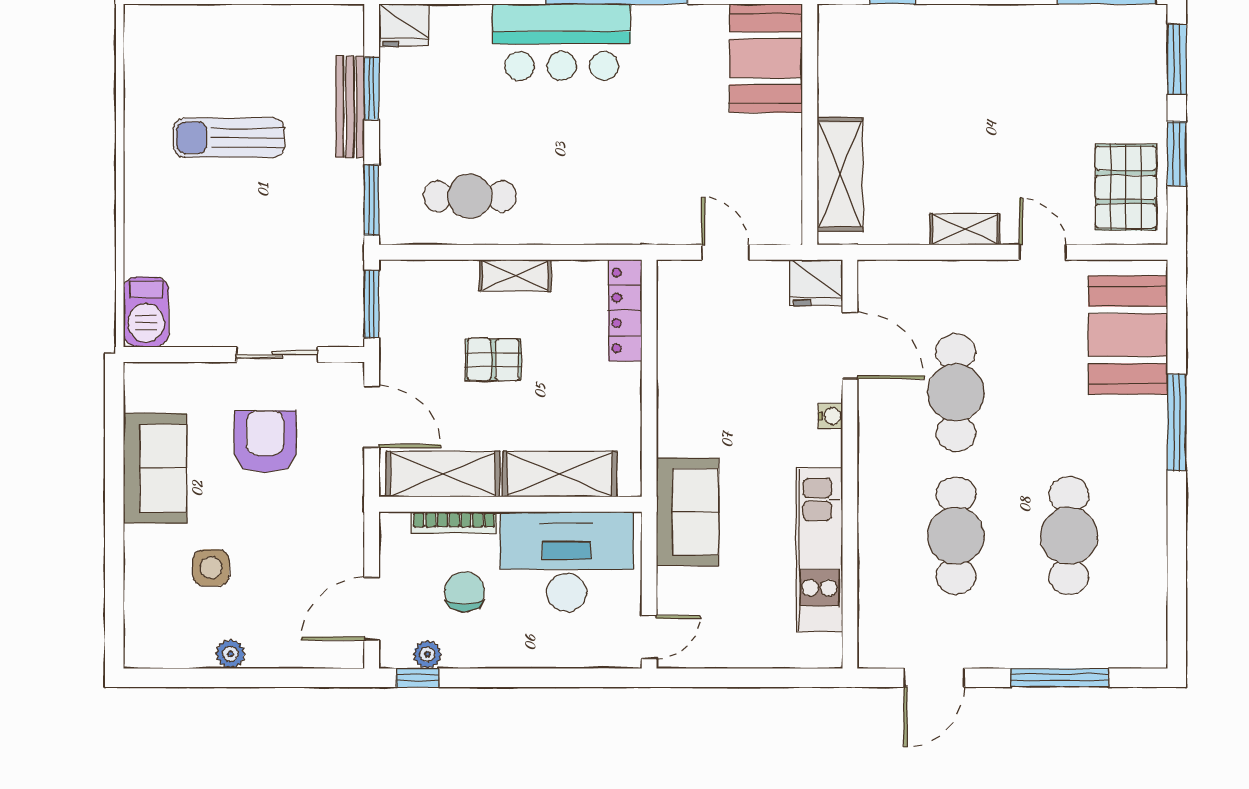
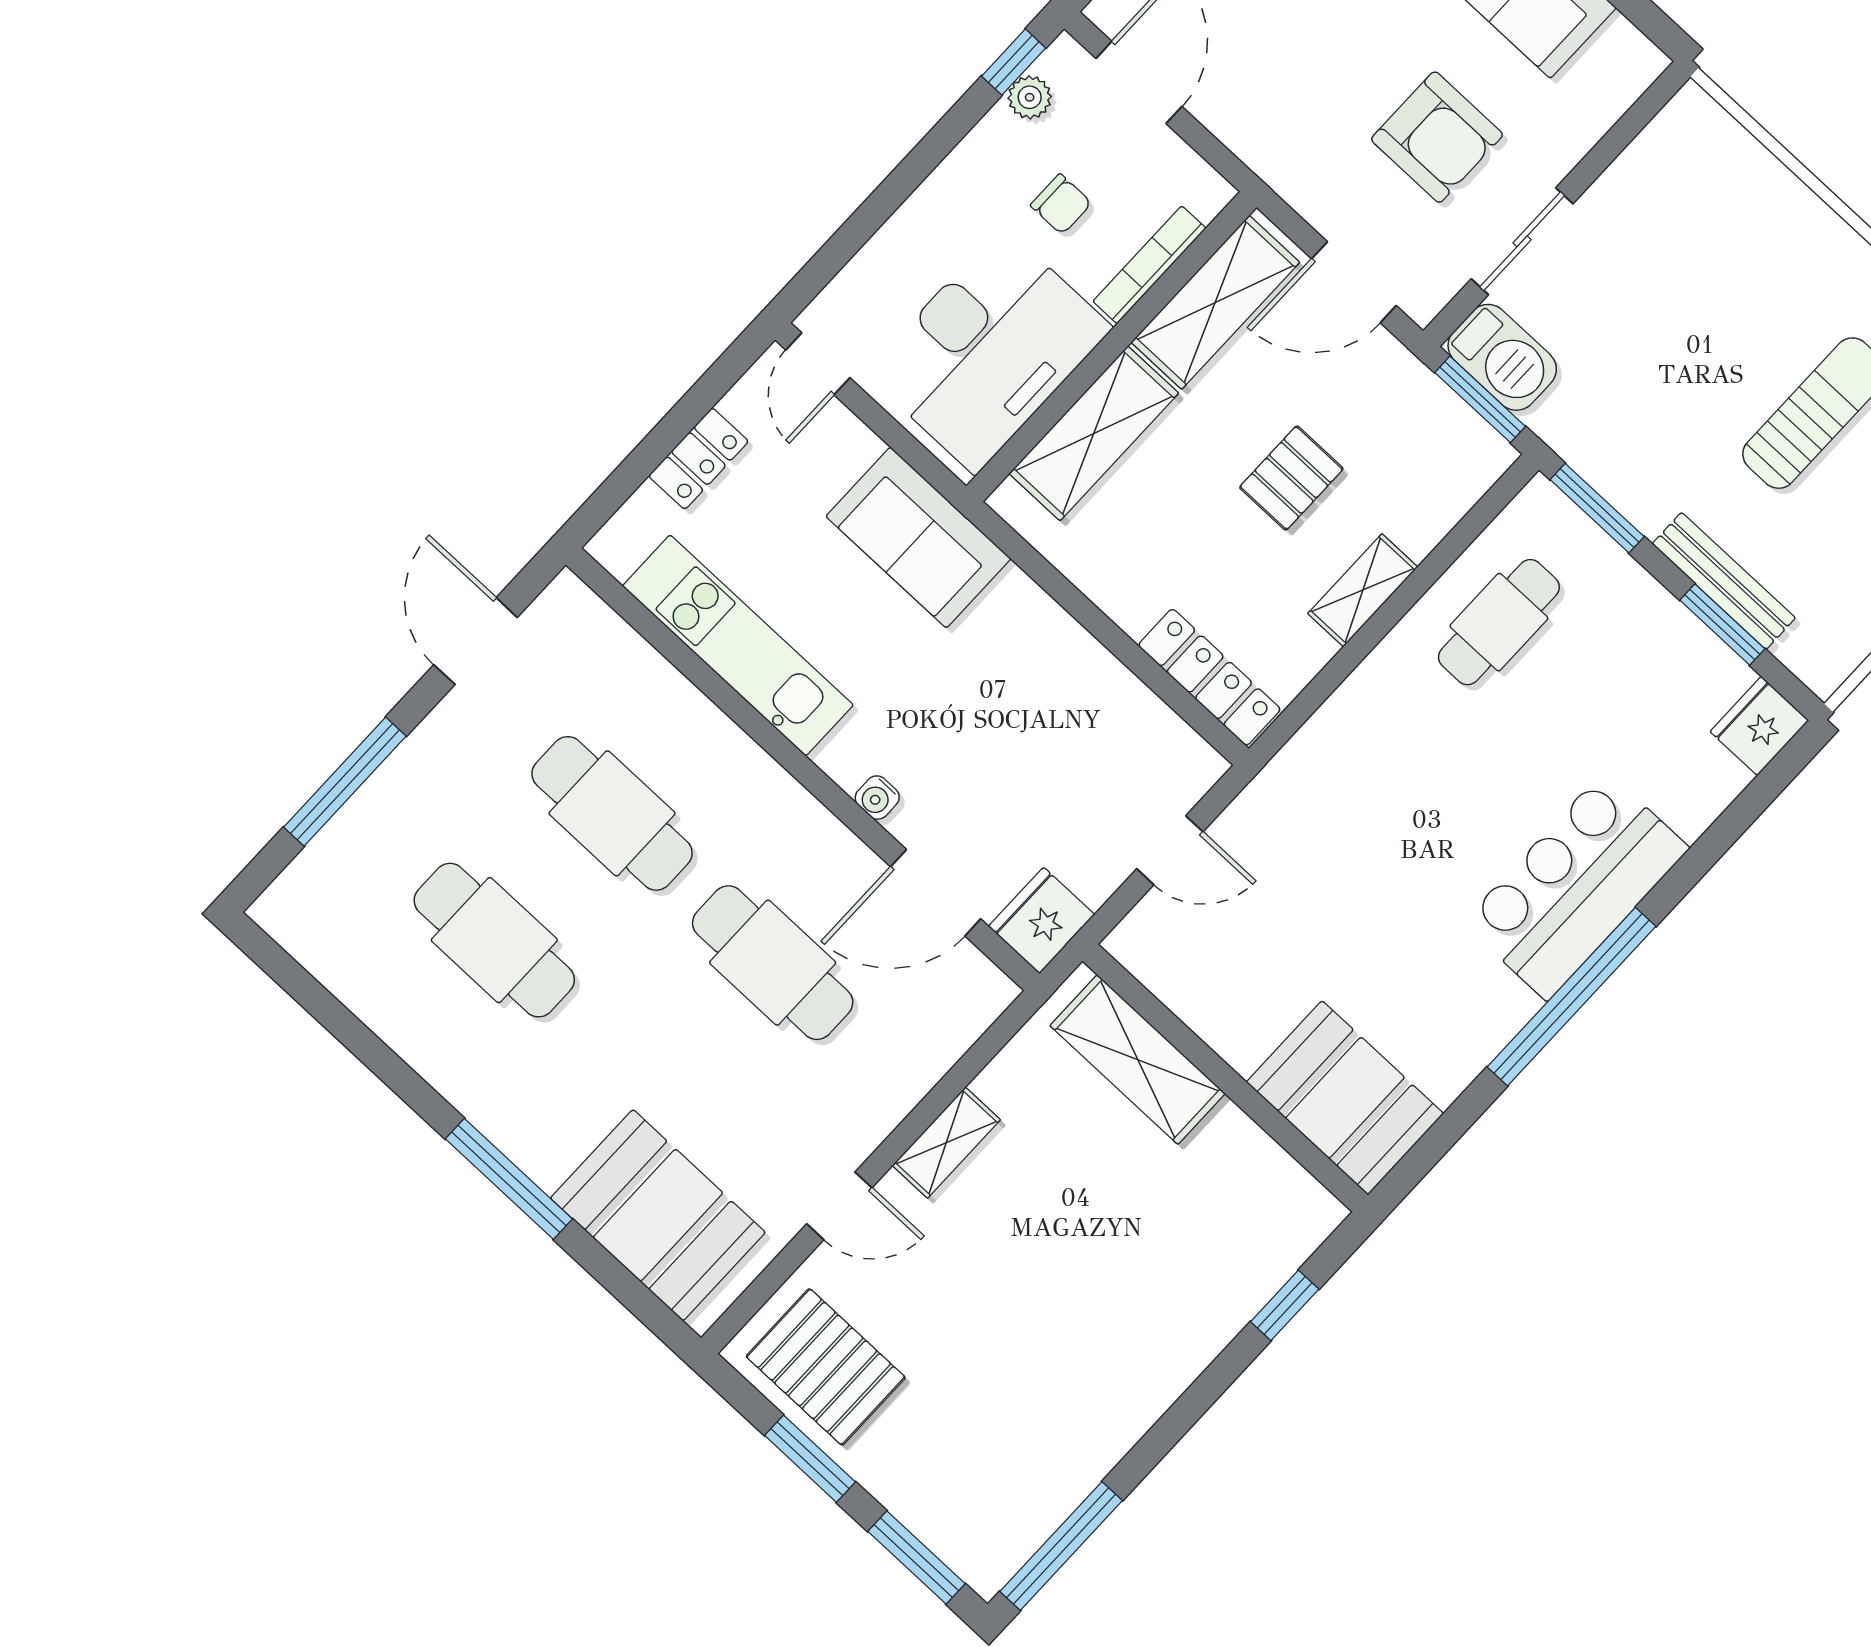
barbecue: (146, 312) -> (1502, 357), moved, turned 180
chair: (465, 592) -> (1061, 204), width x0.73, depth x0.73
locker: (748, 652) -> (698, 459), added

